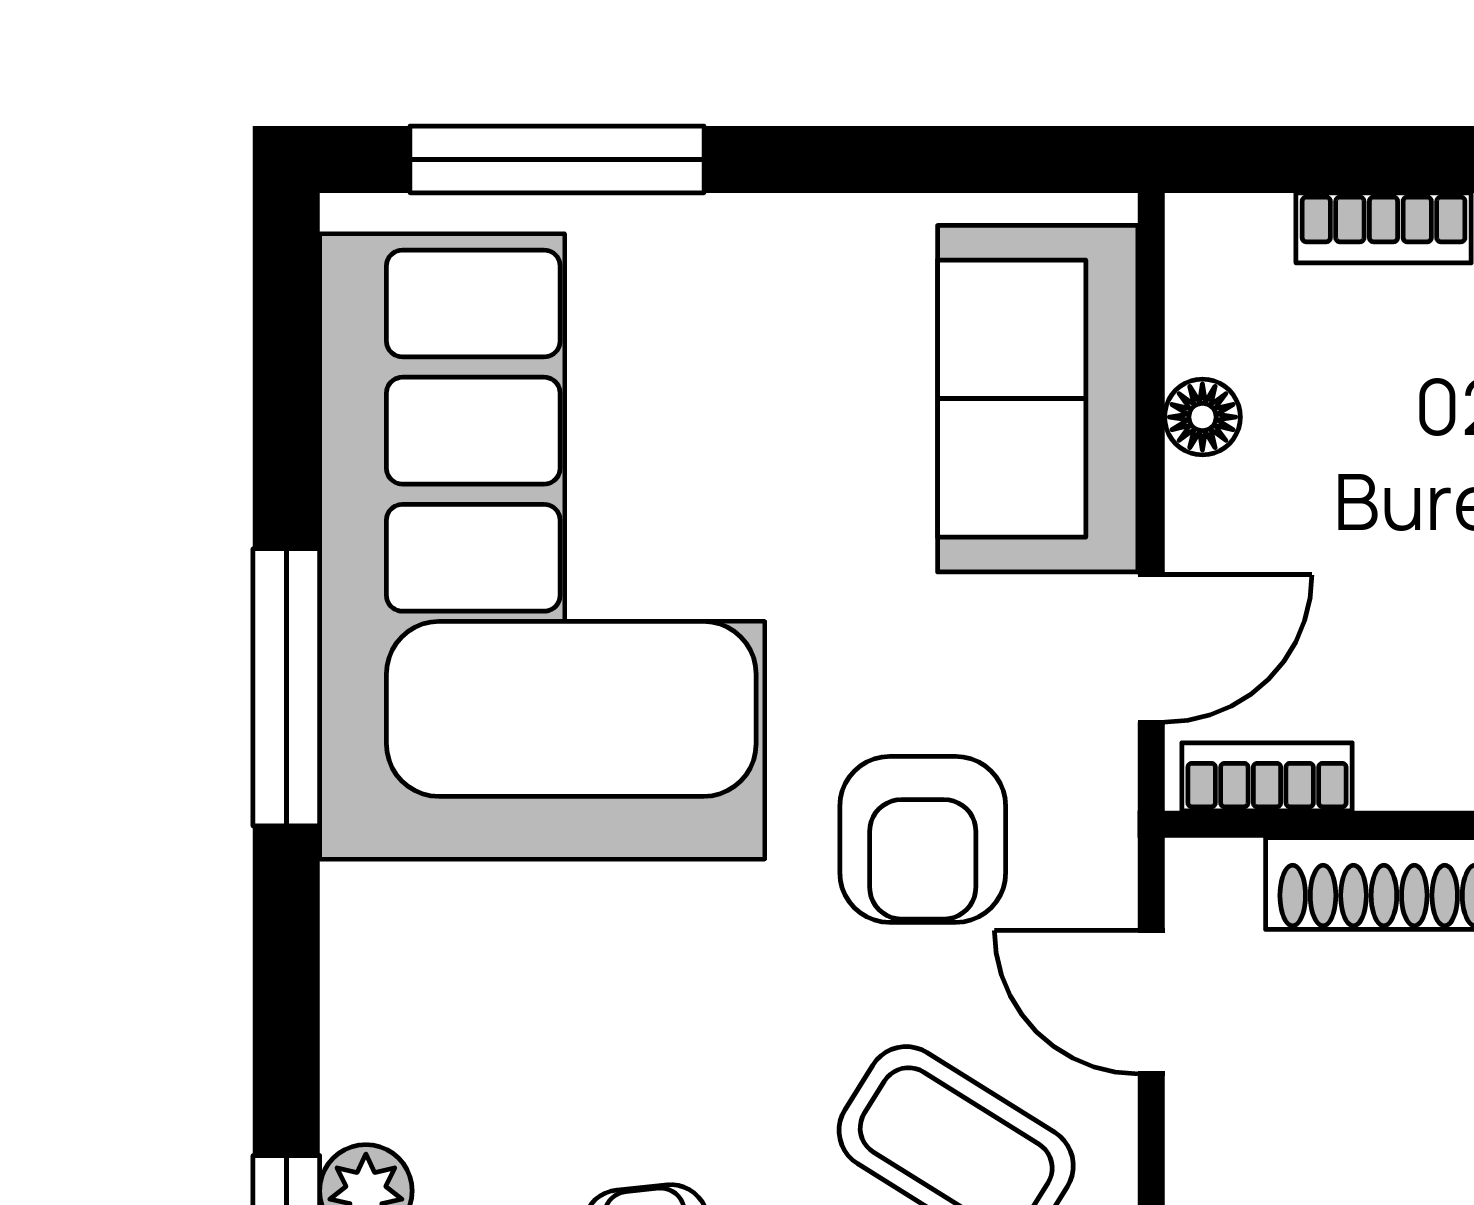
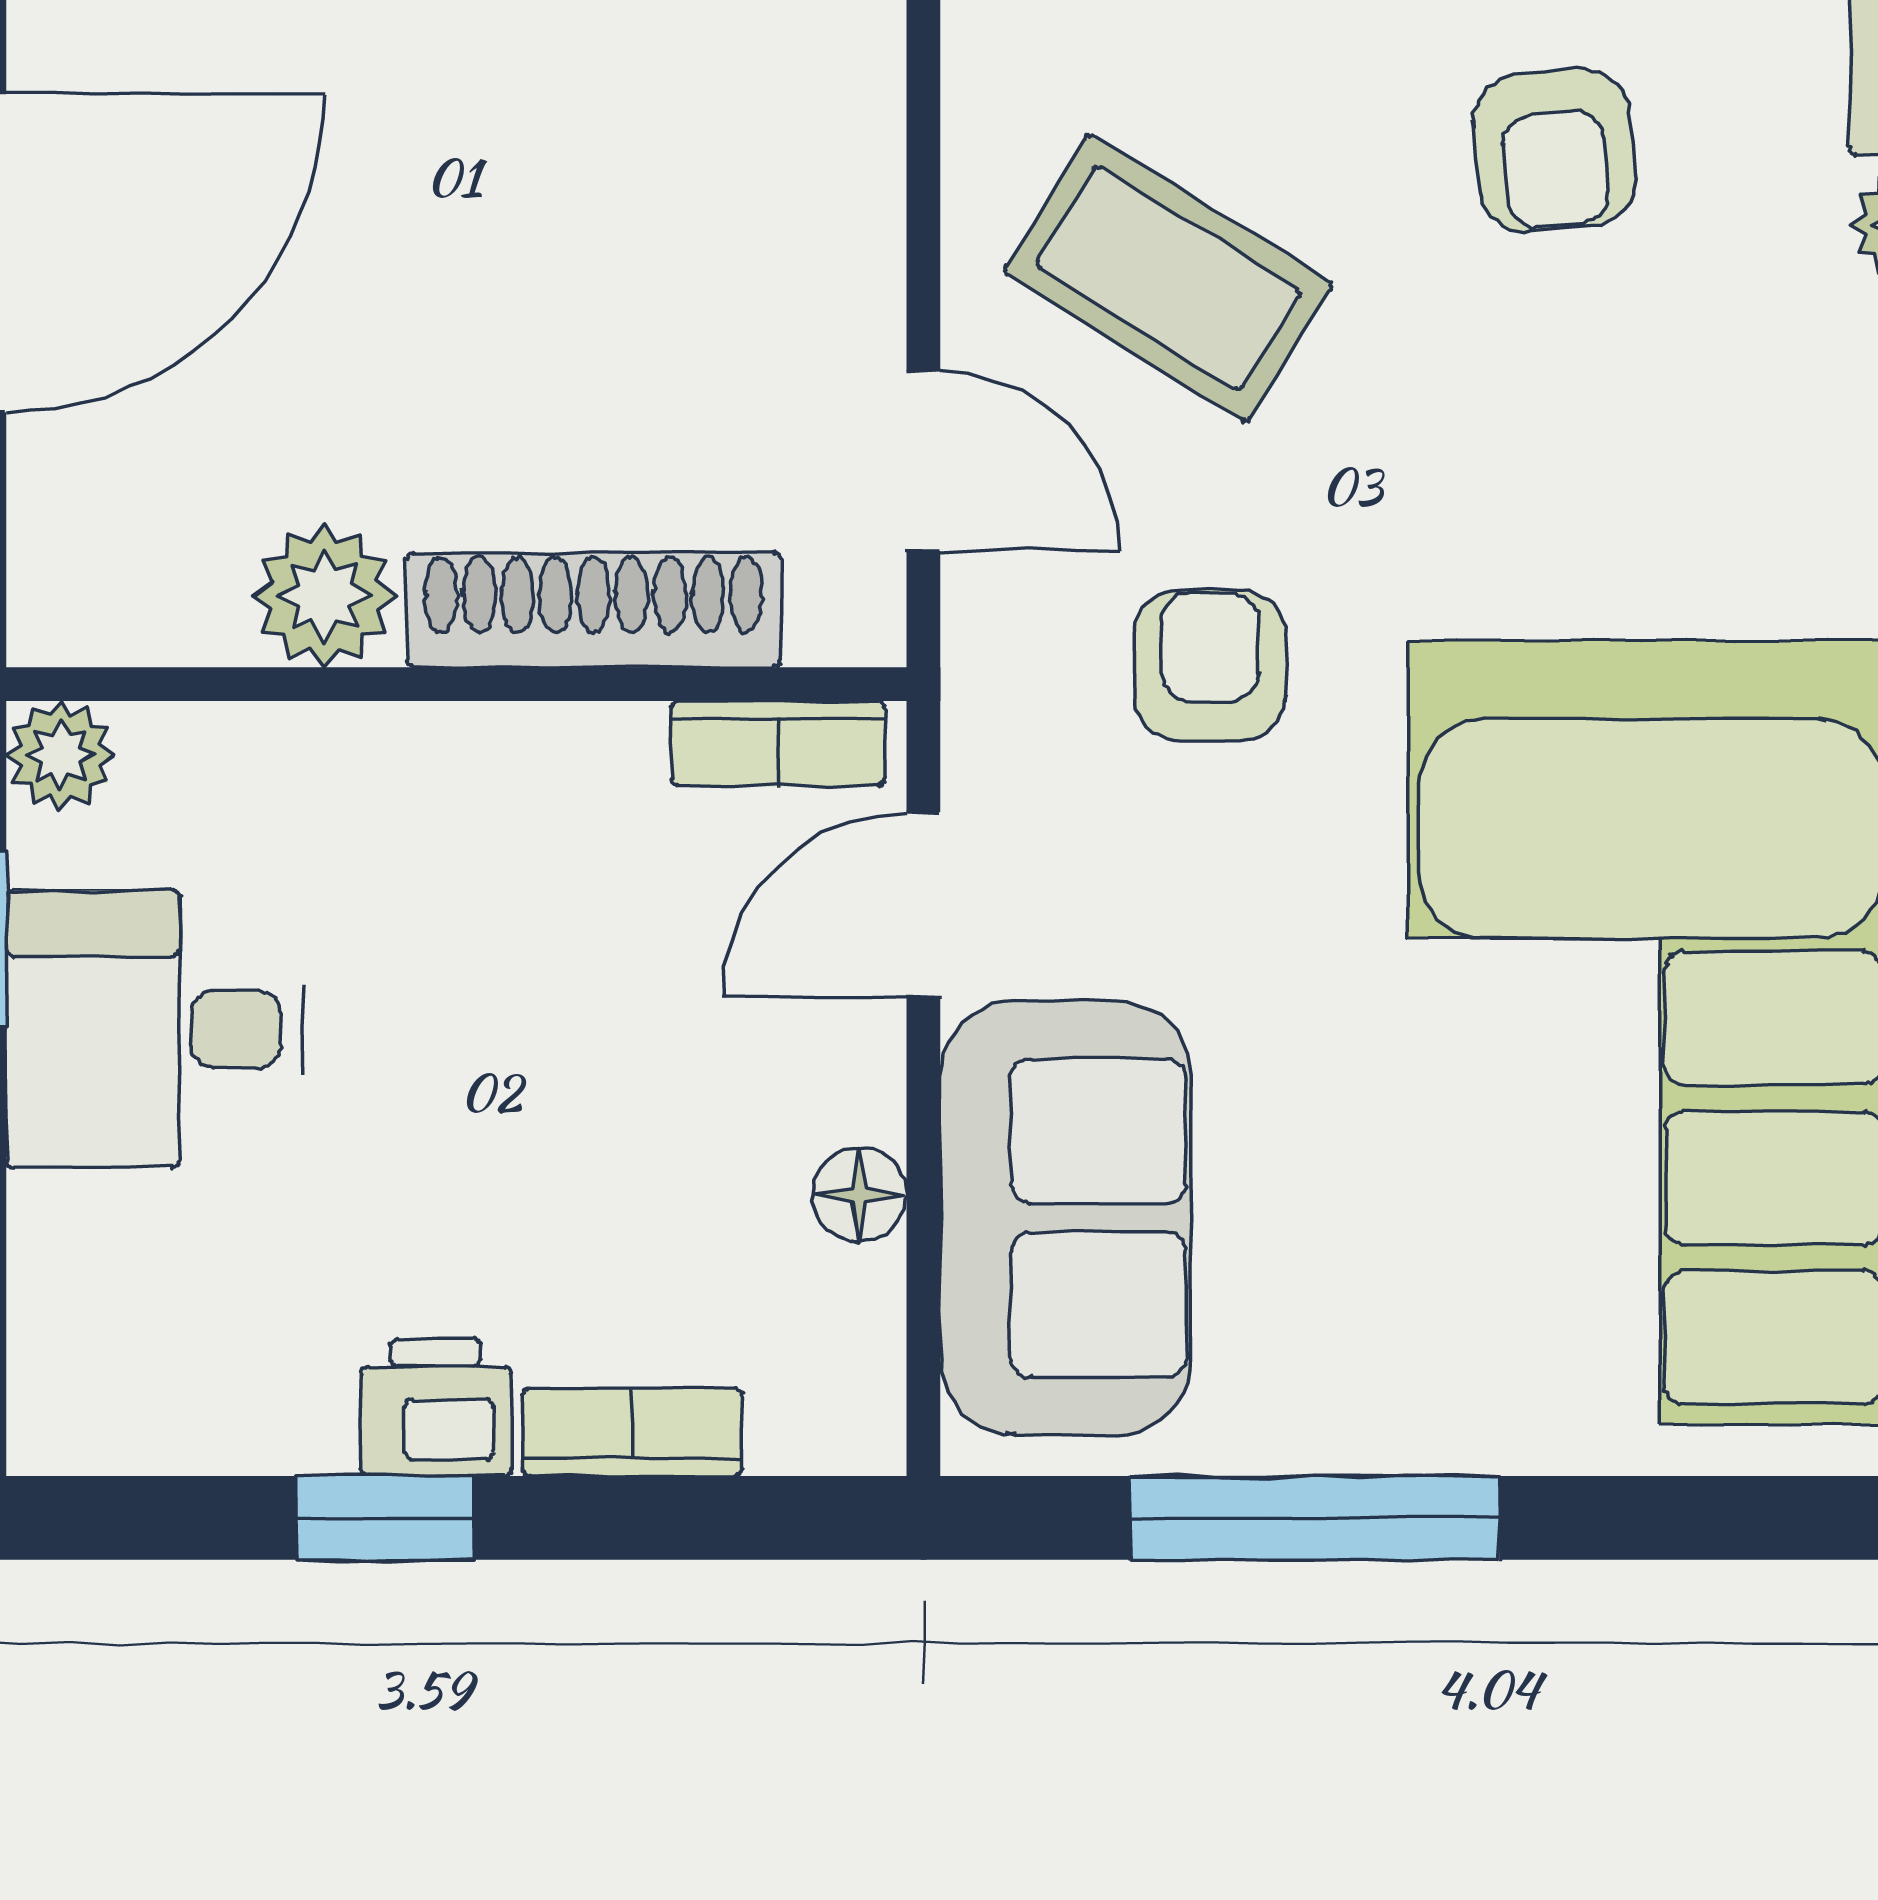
window: (557, 159) -> (1315, 1518), moved
armchair: (923, 839) -> (1210, 665), width x0.72, depth x0.72

